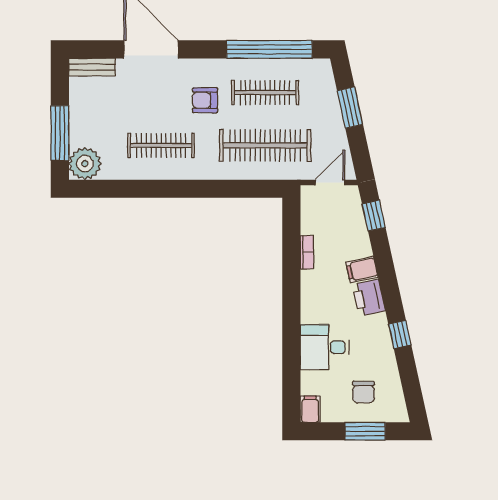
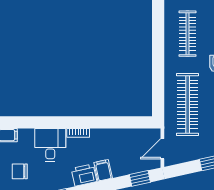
door: (330, 182) -> (162, 149), swing flipped
bookcase: (307, 252) -> (78, 133), moved

